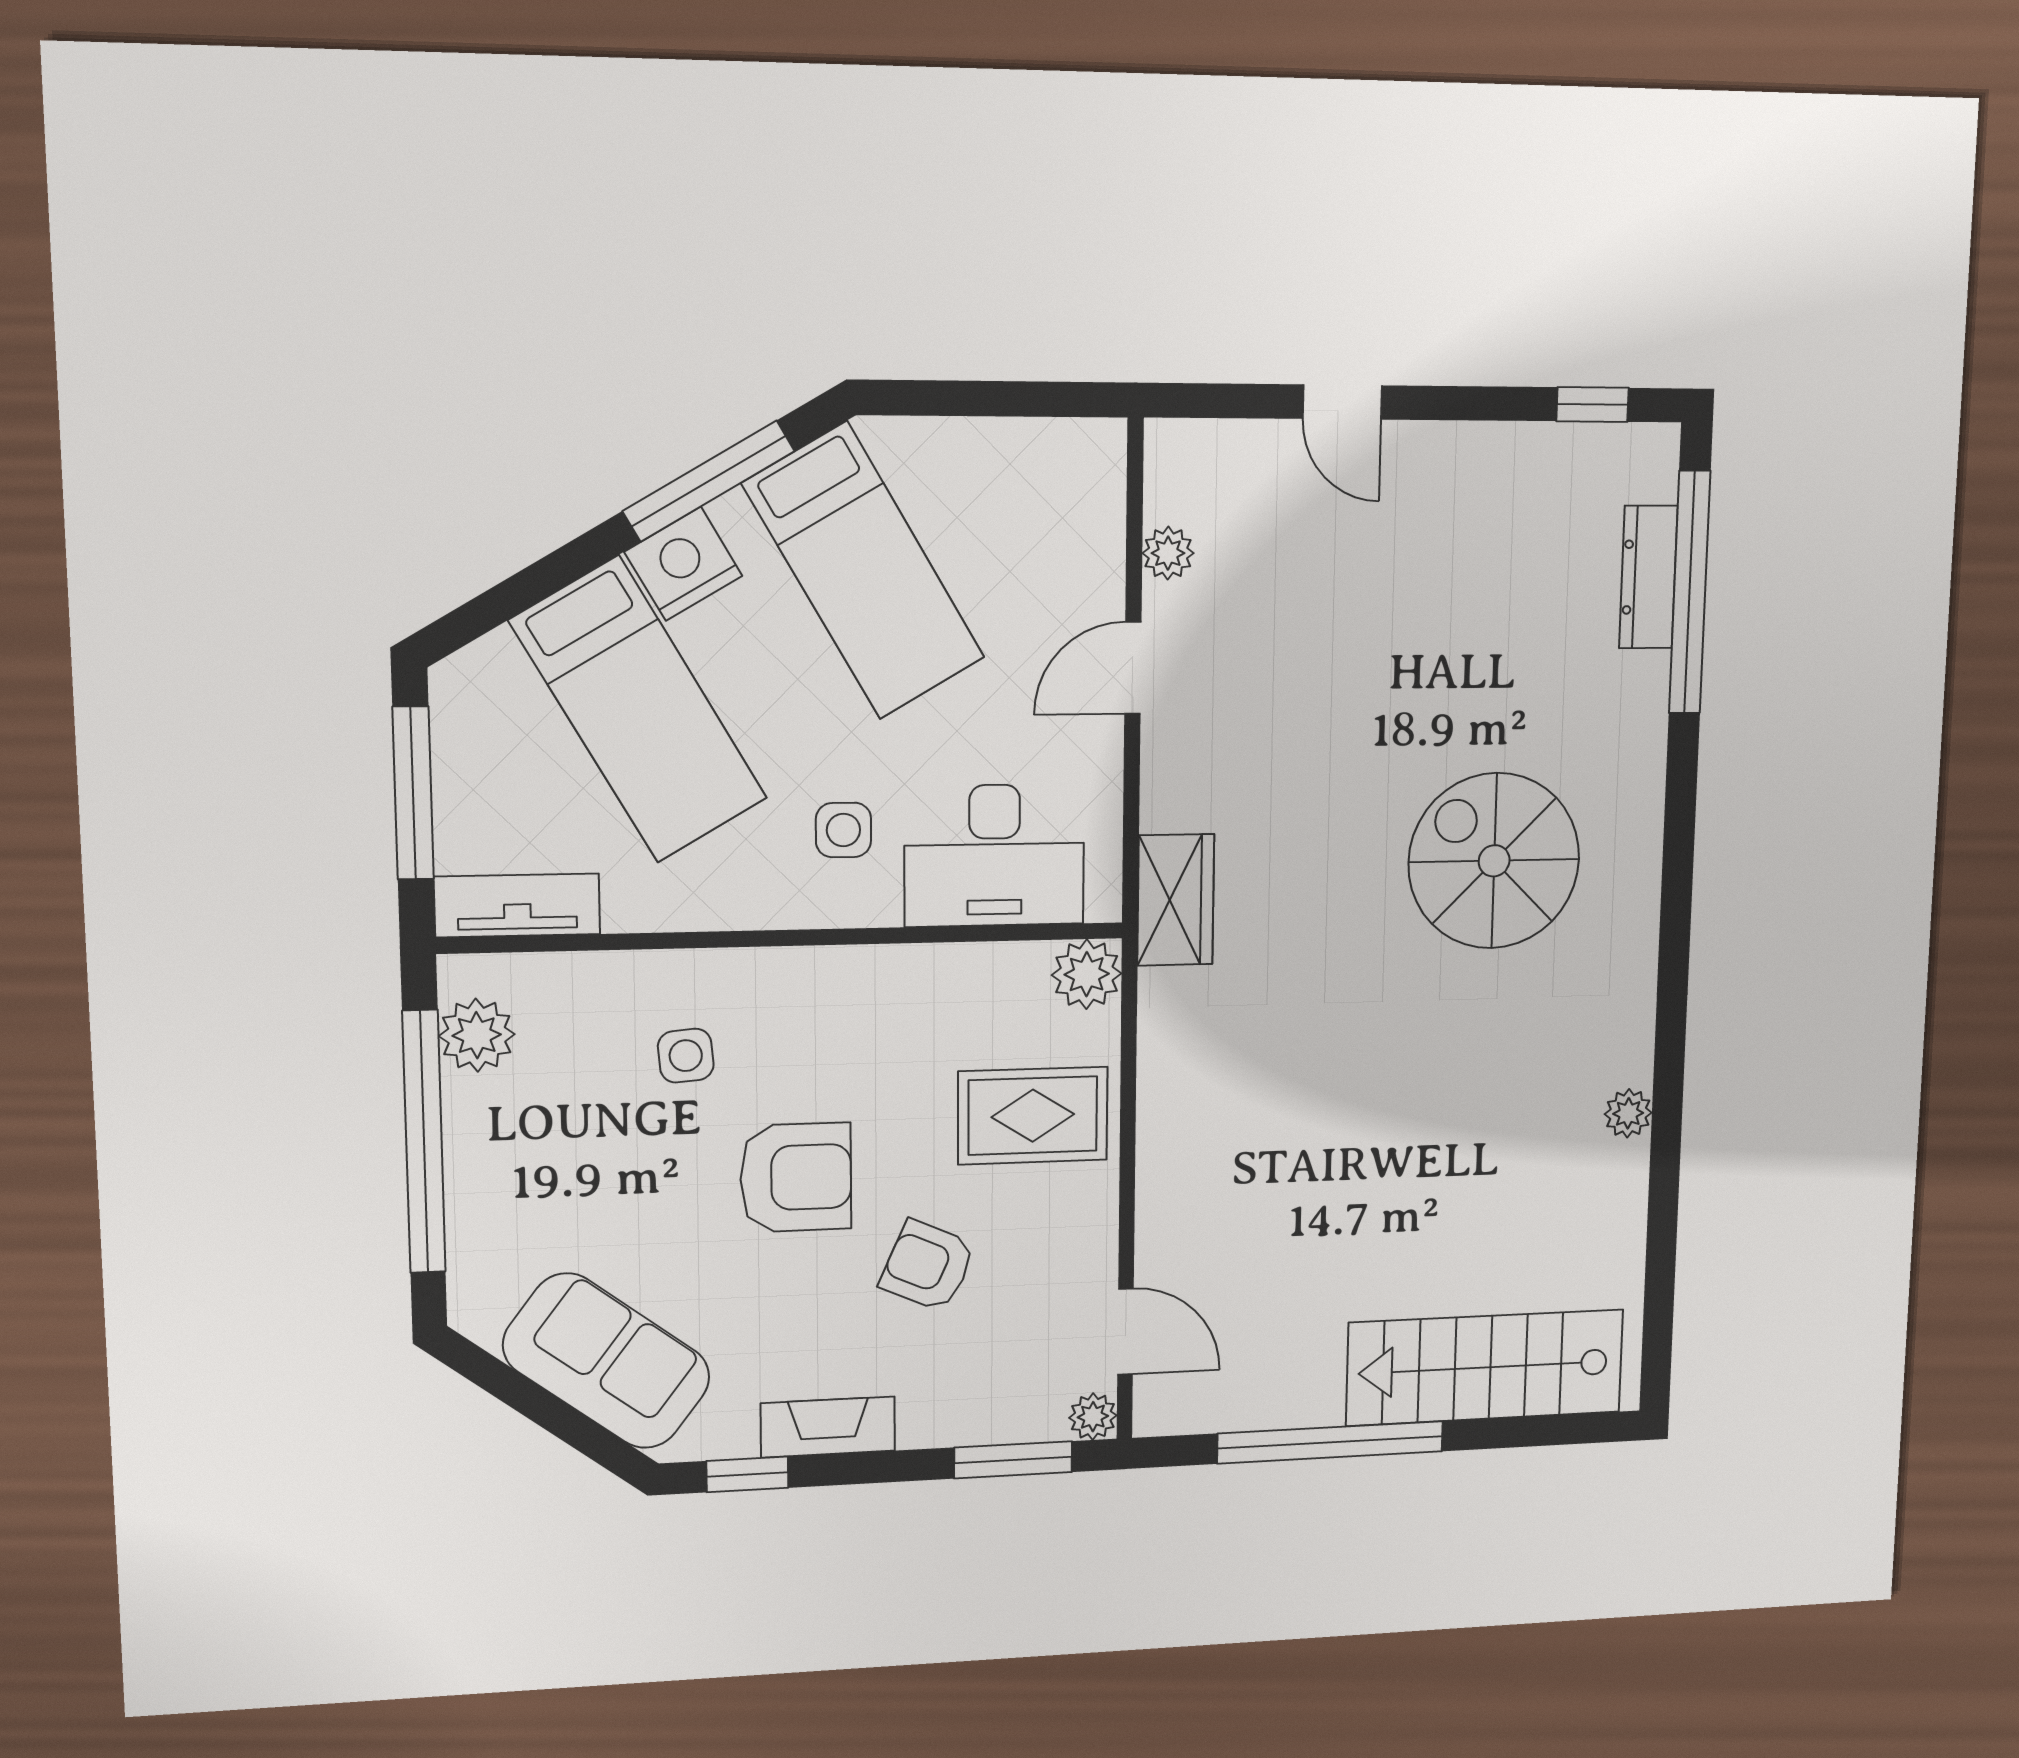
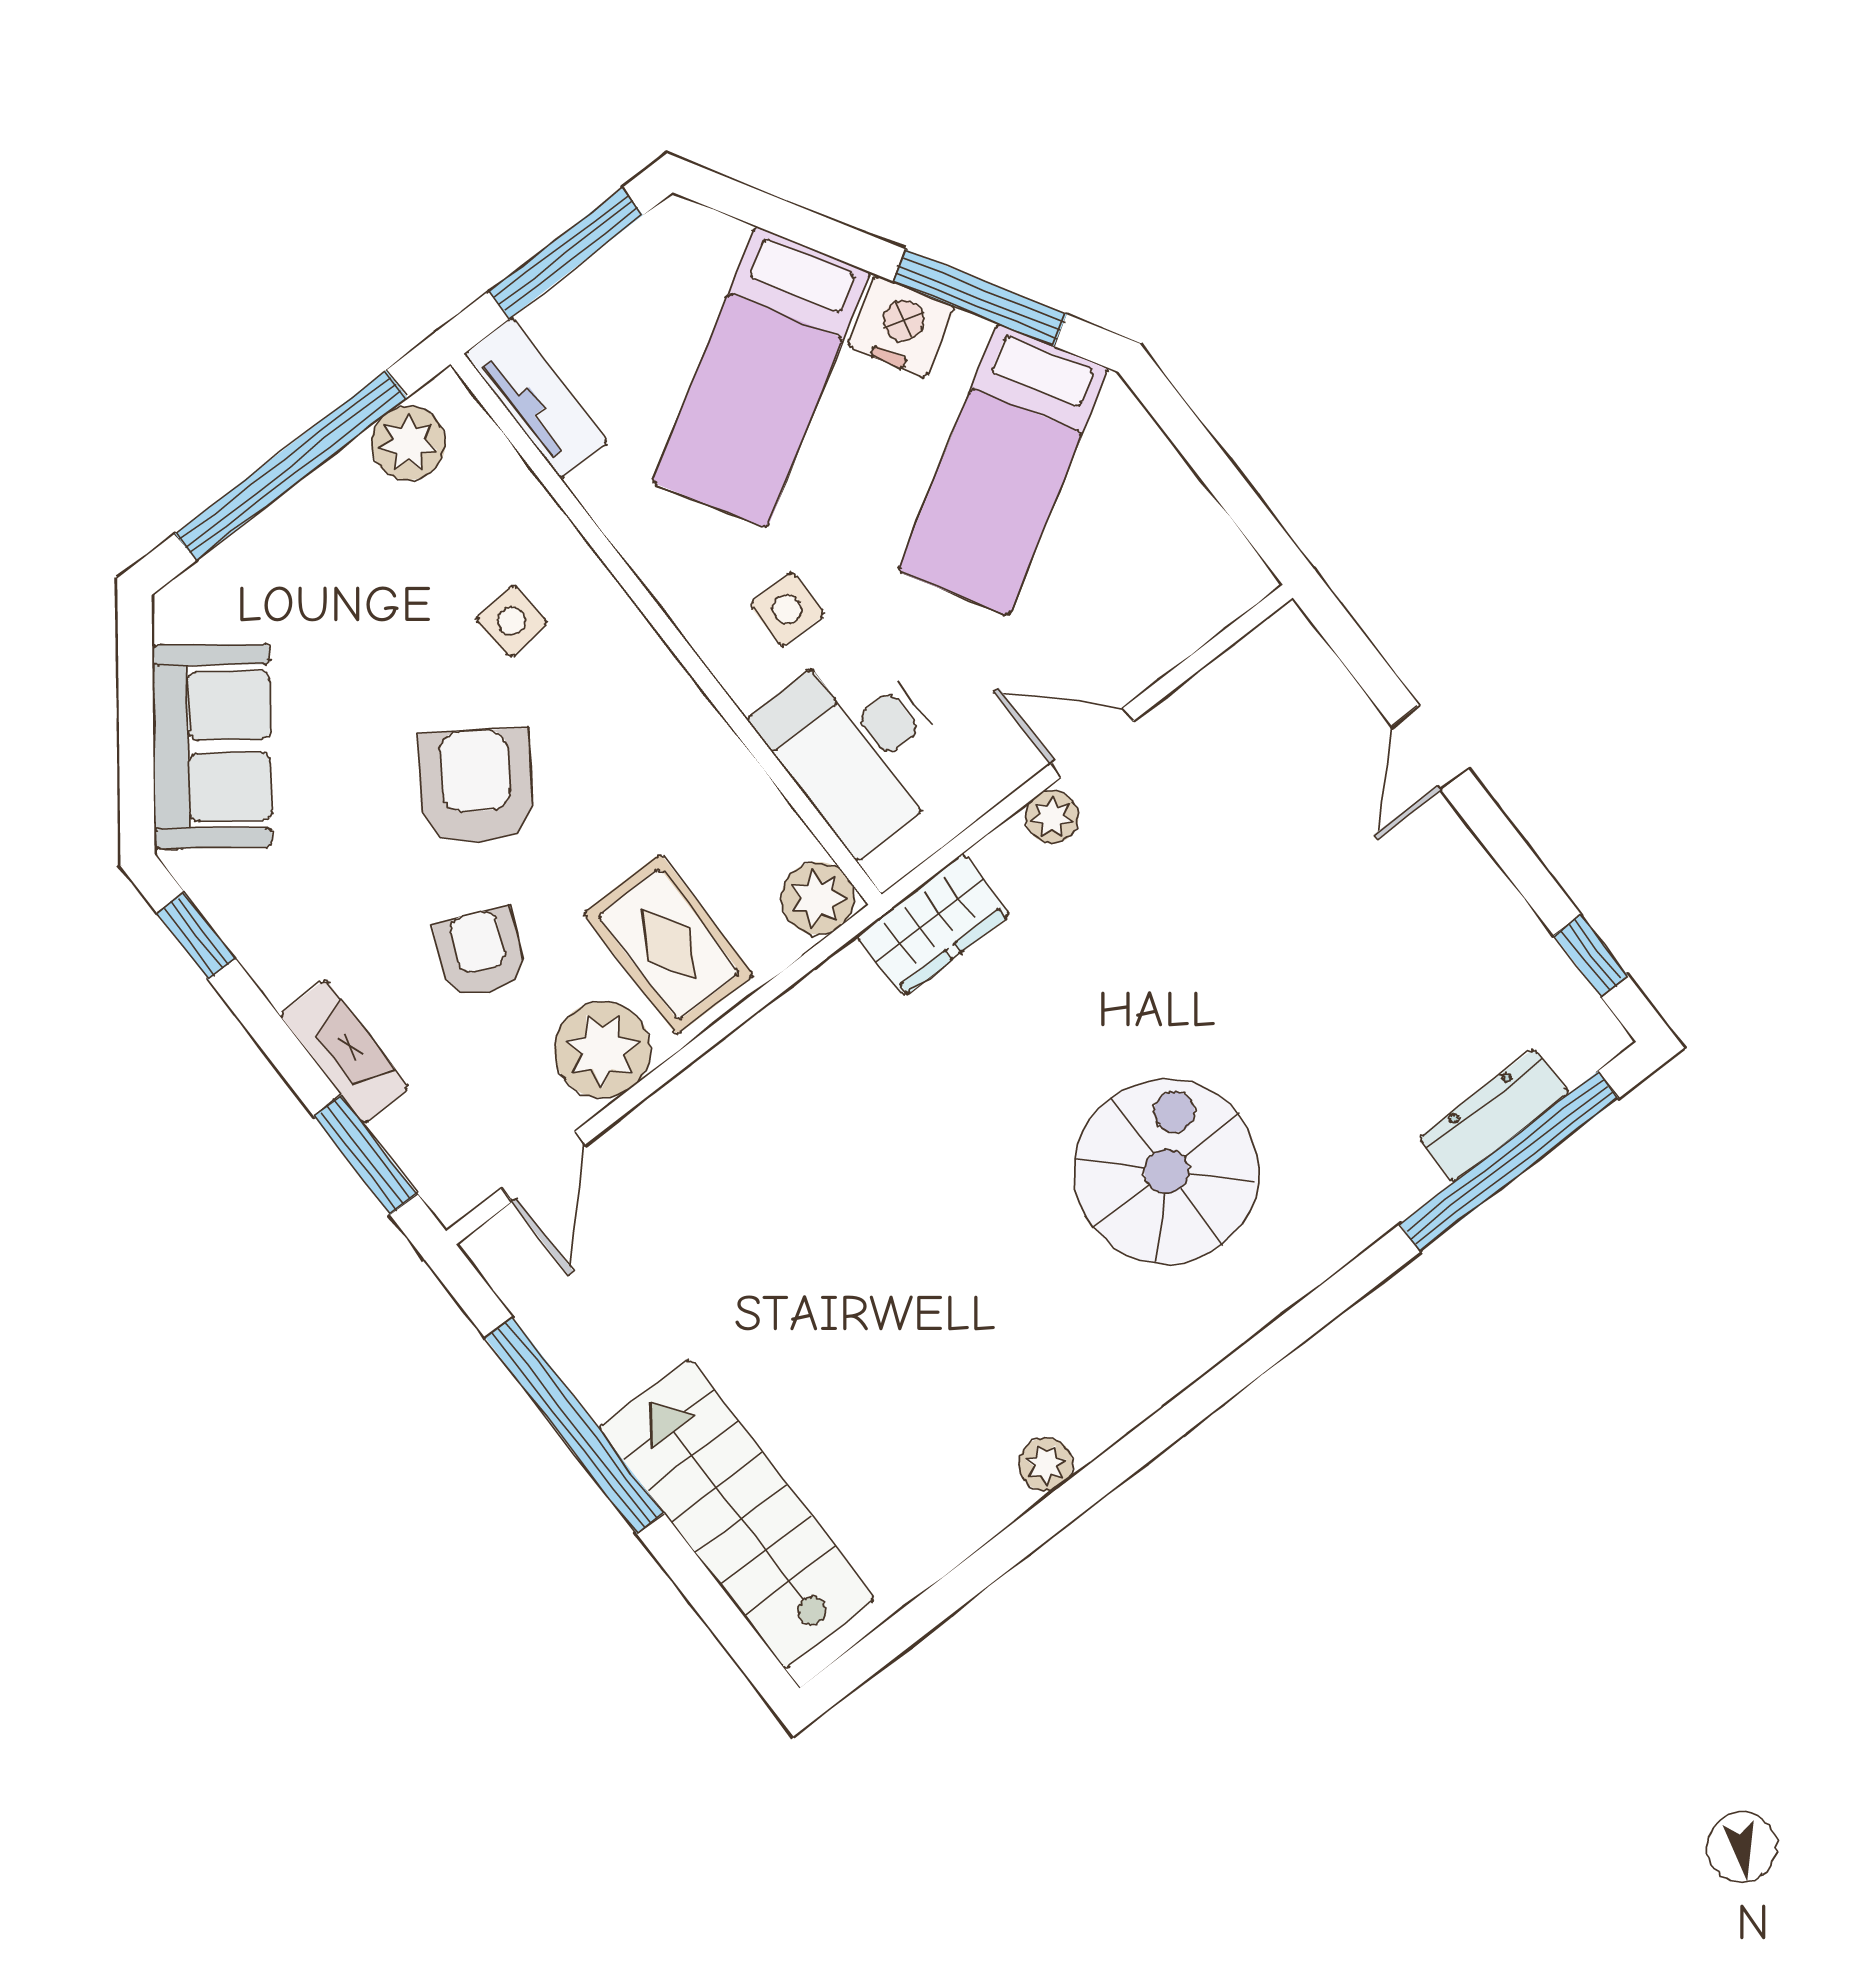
plant: (1168, 553) -> (1052, 817), moved
armchair: (796, 1177) -> (476, 786), turned -145
plant: (1093, 1417) -> (602, 1050), moved, width x1.88, depth x1.88
fireplace: (828, 1427) -> (344, 1052), moved

